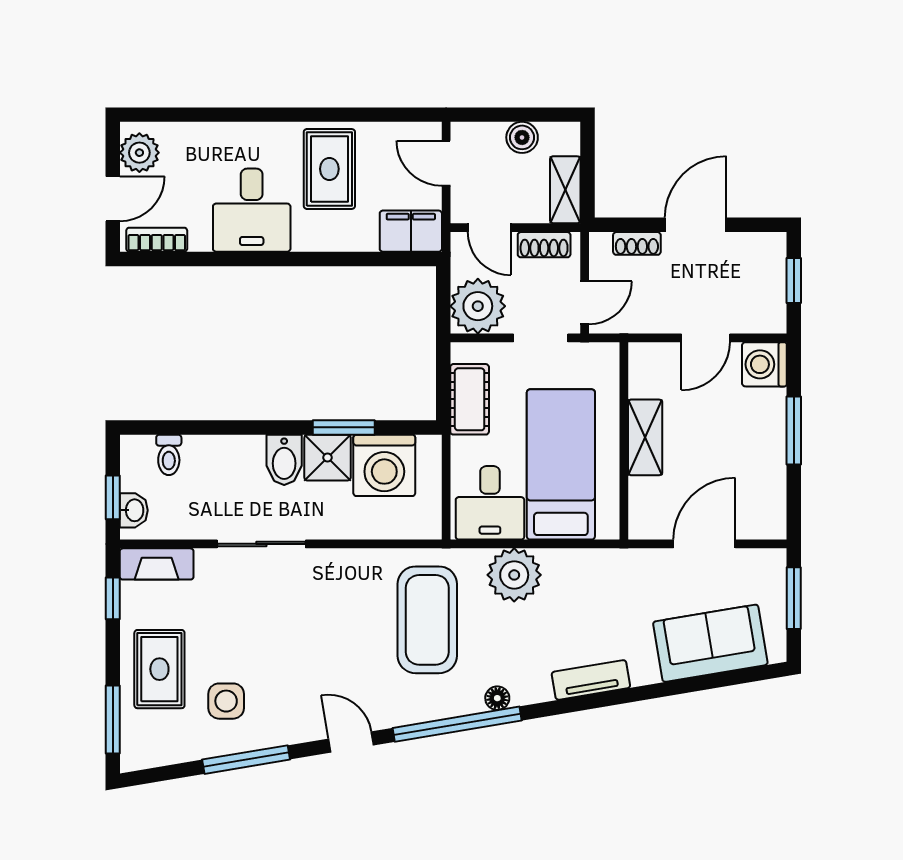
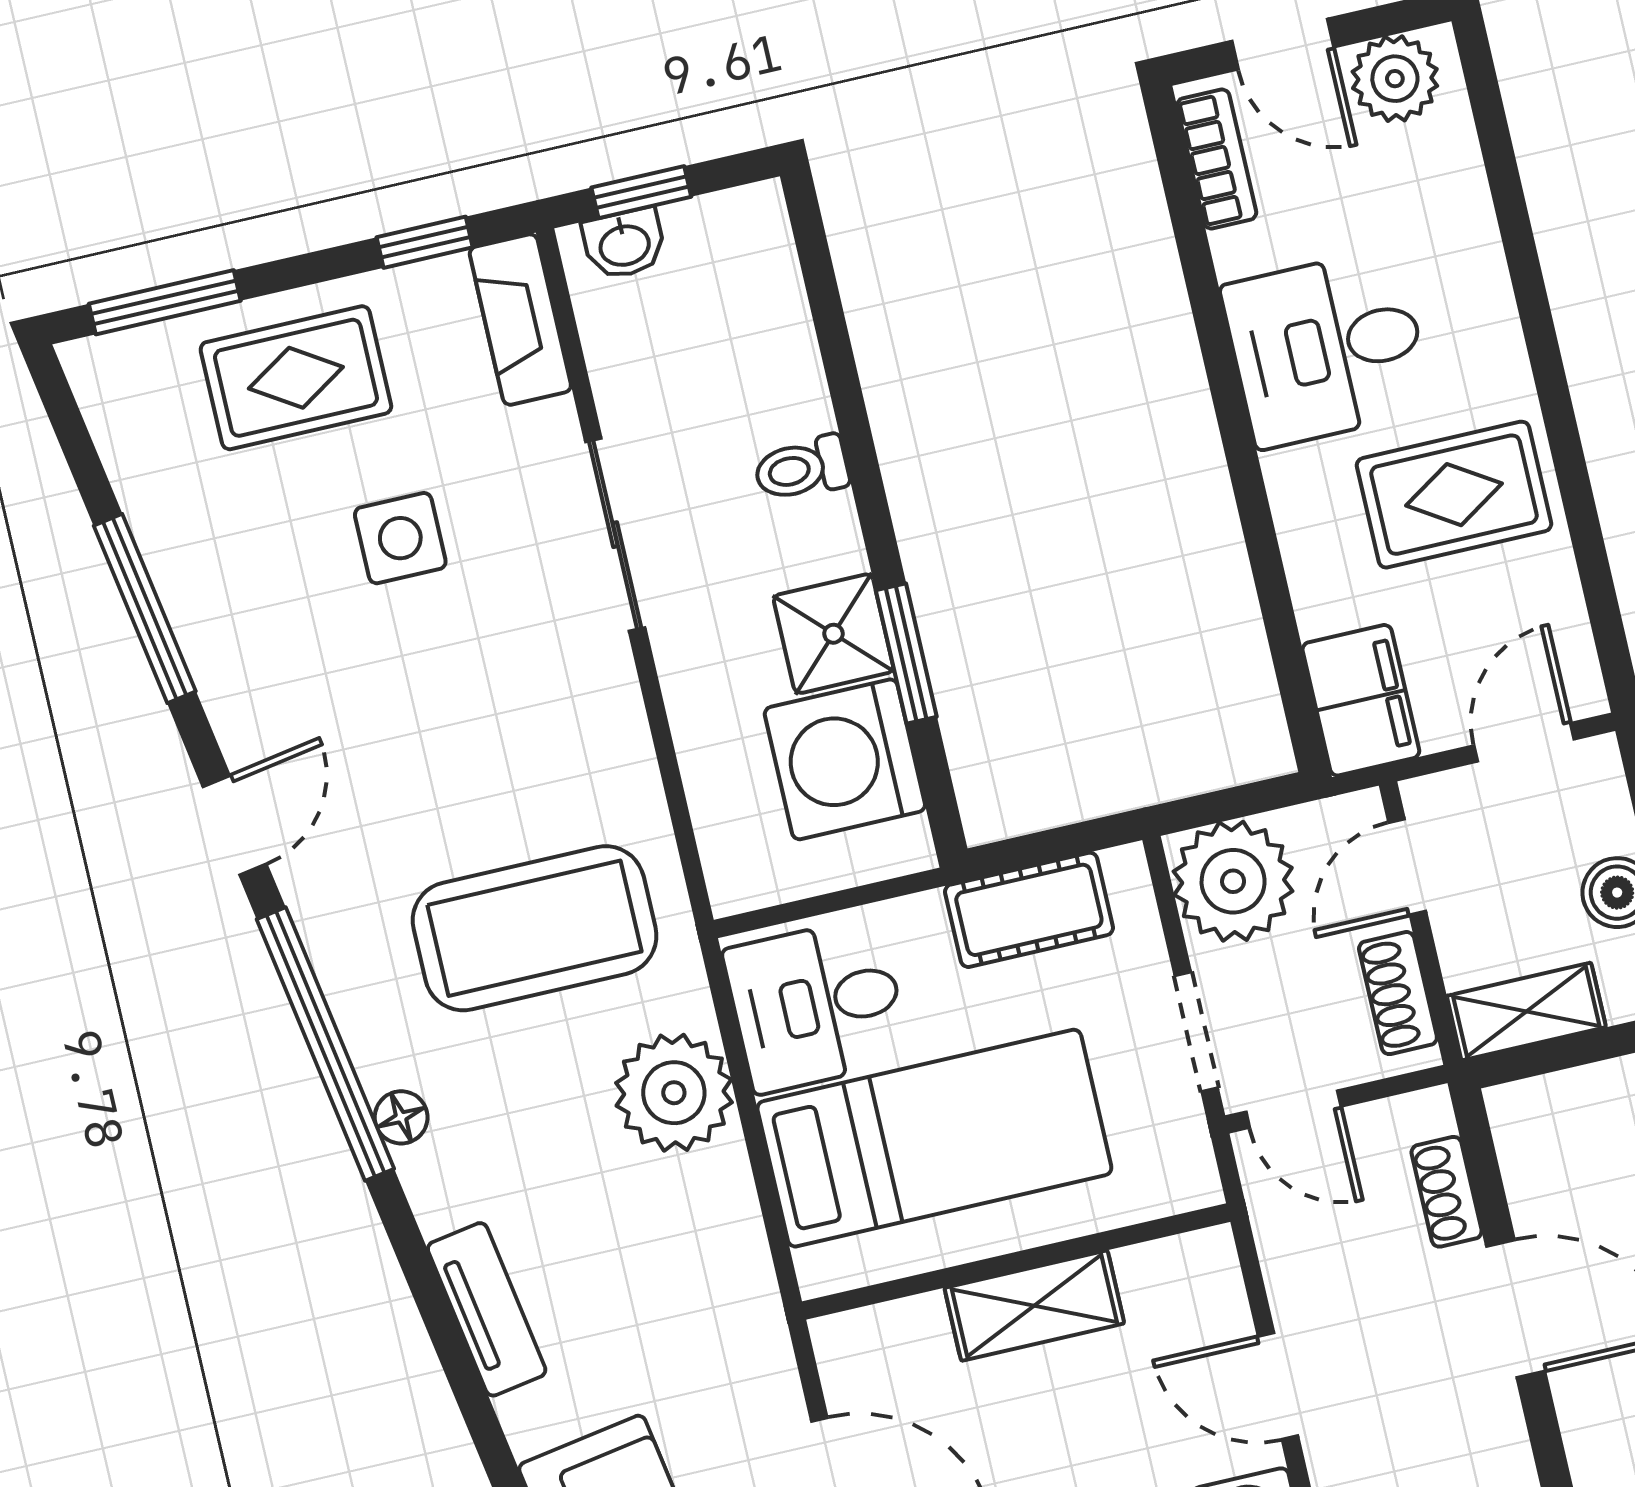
toilet: (169, 455) -> (801, 469), moved
bidet: (284, 460) -> (807, 542), removed
side table: (226, 701) -> (400, 538), moved

